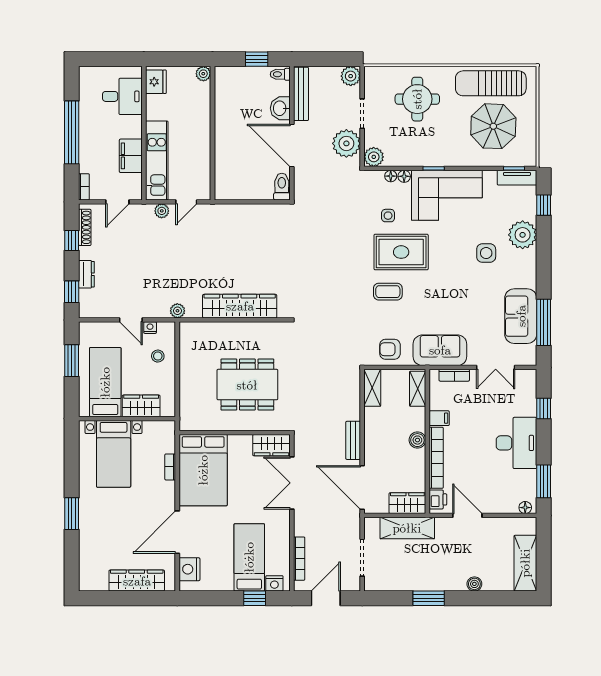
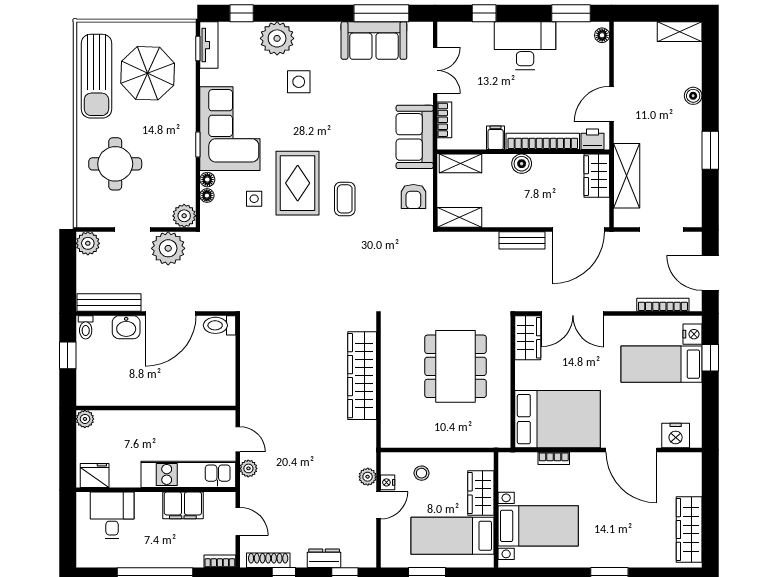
plant: (177, 311) -> (368, 477), moved
shelving: (525, 563) -> (680, 32), width x0.67, depth x0.75
wardrobe: (137, 581) -> (689, 529), moved

